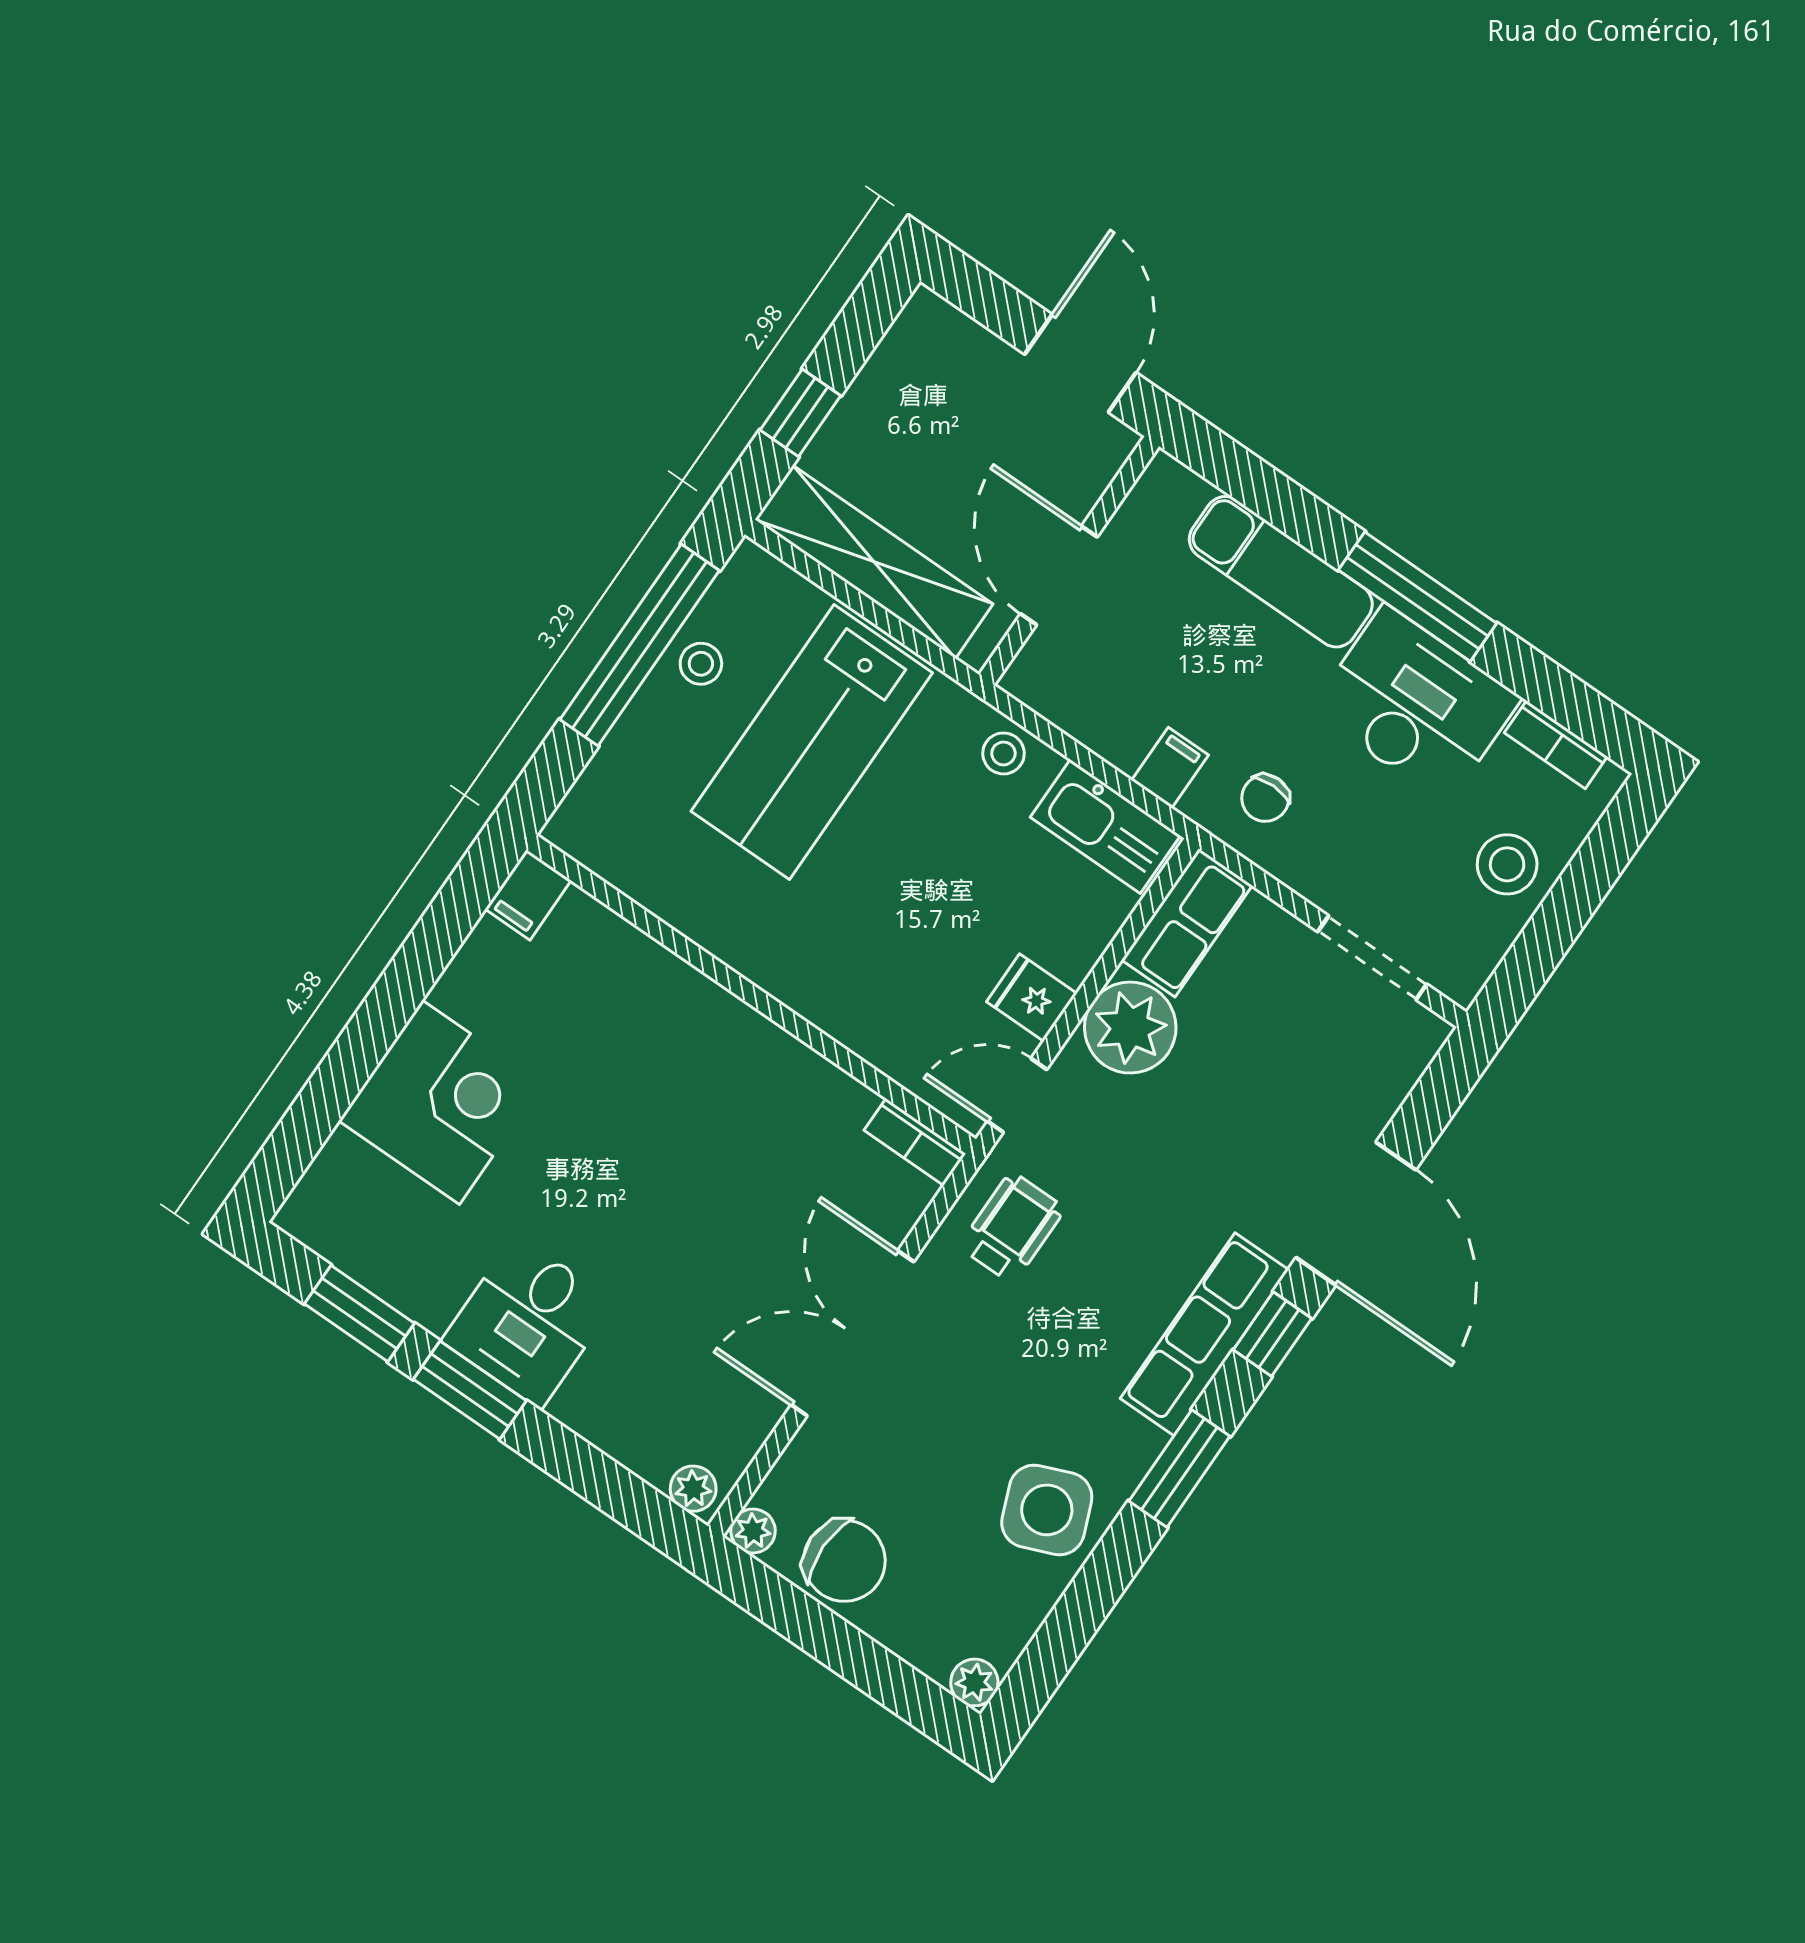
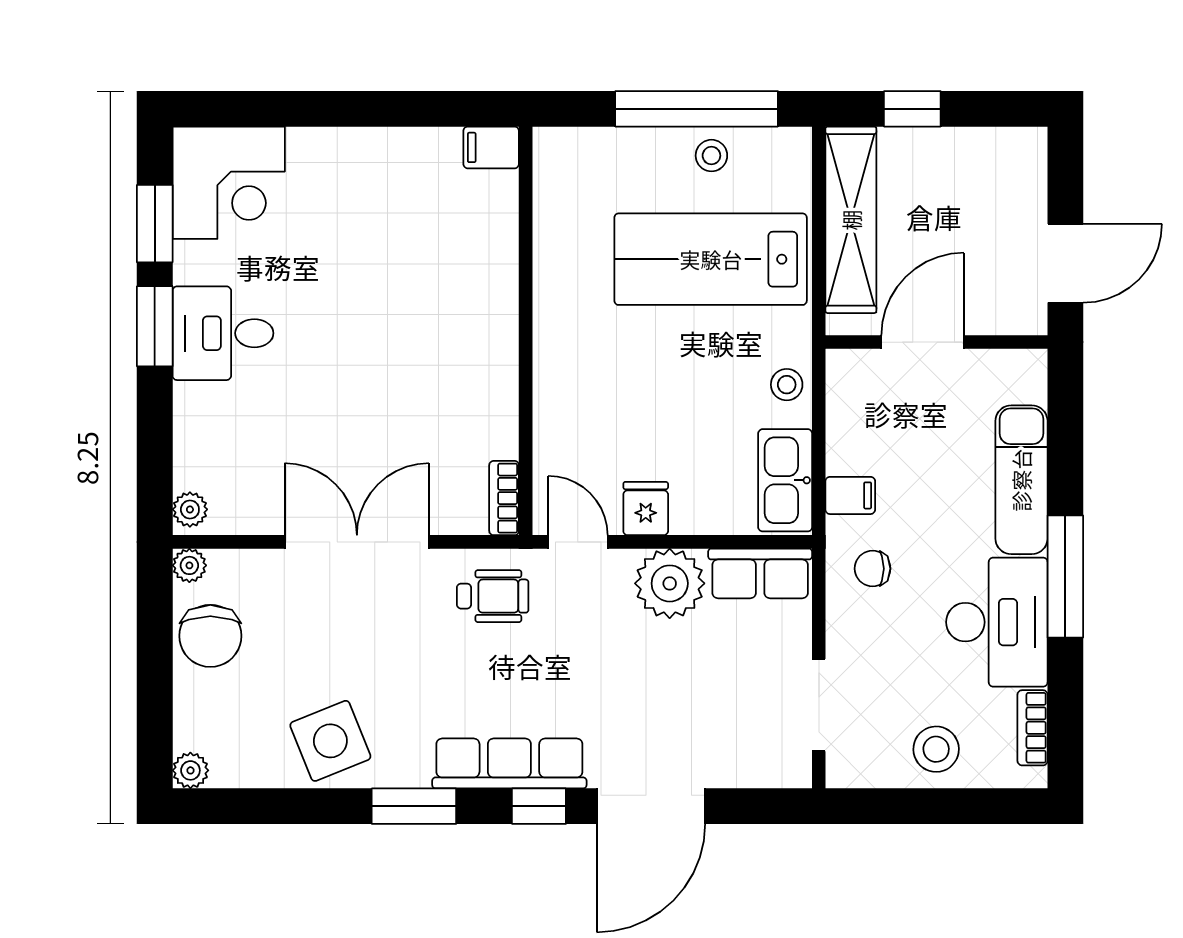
corner desk: (441, 1102) -> (229, 183), moved

